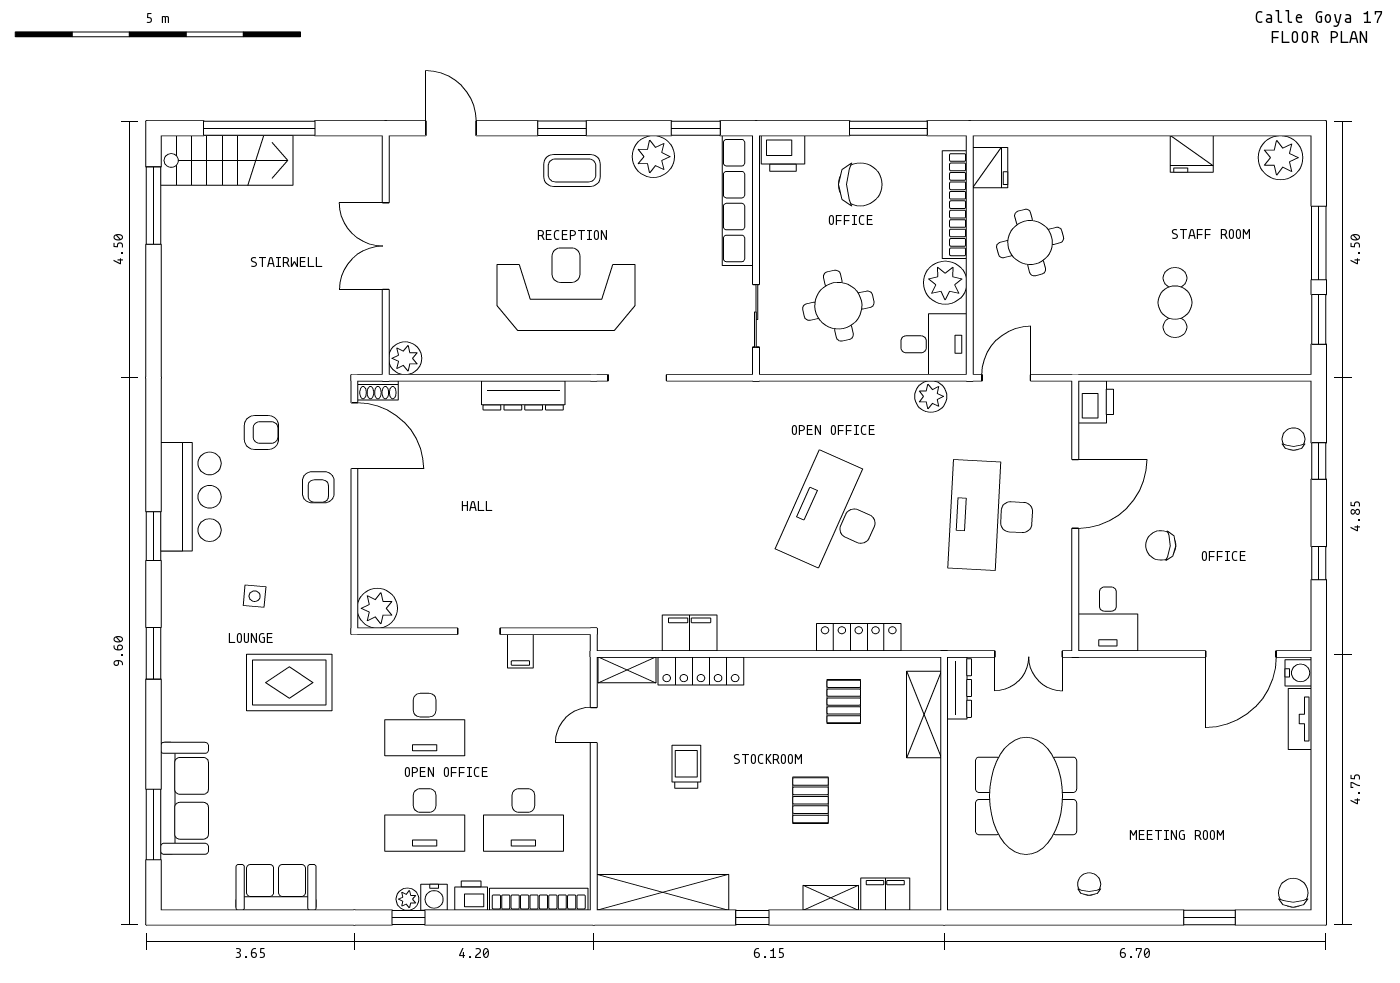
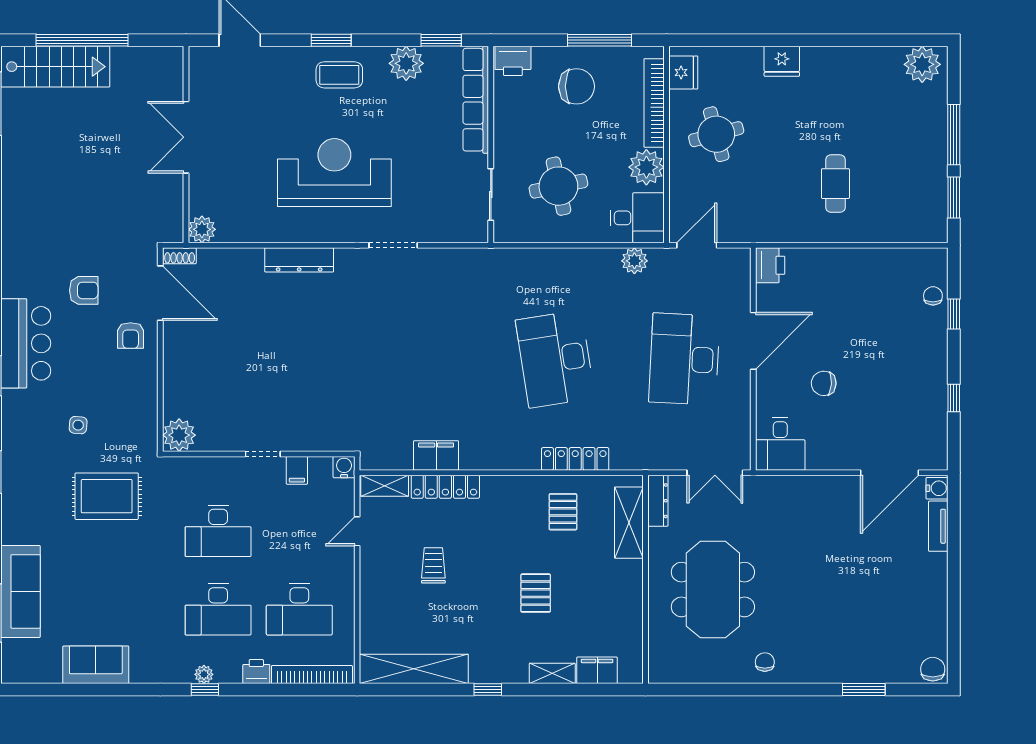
fridge: (1192, 154) -> (782, 61), moved
desk: (834, 516) -> (555, 359), turned -33
water cooler: (434, 897) -> (344, 467), moved, turned 180

